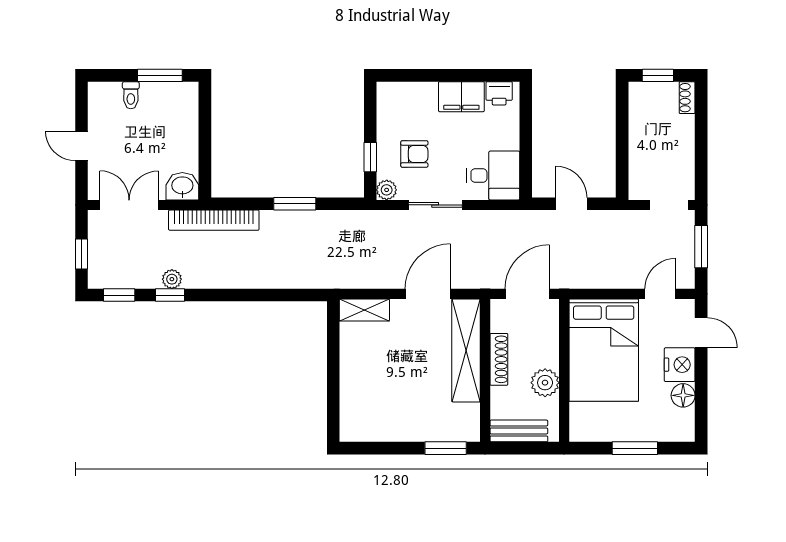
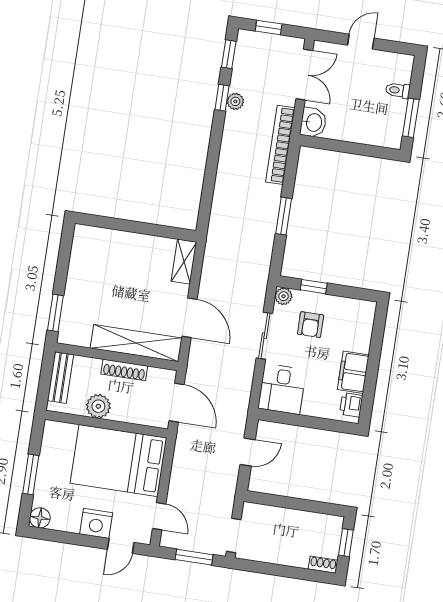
floor lamp: (683, 395) -> (40, 518), moved

